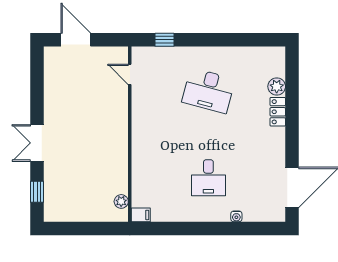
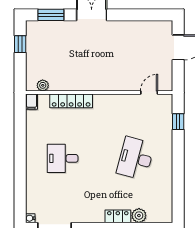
locker: (140, 168) -> (71, 101), added
window: (37, 192) -> (51, 15), width x1.50
water cooler: (236, 216) -> (30, 218), moved
window: (72, 229) -> (20, 44), added

